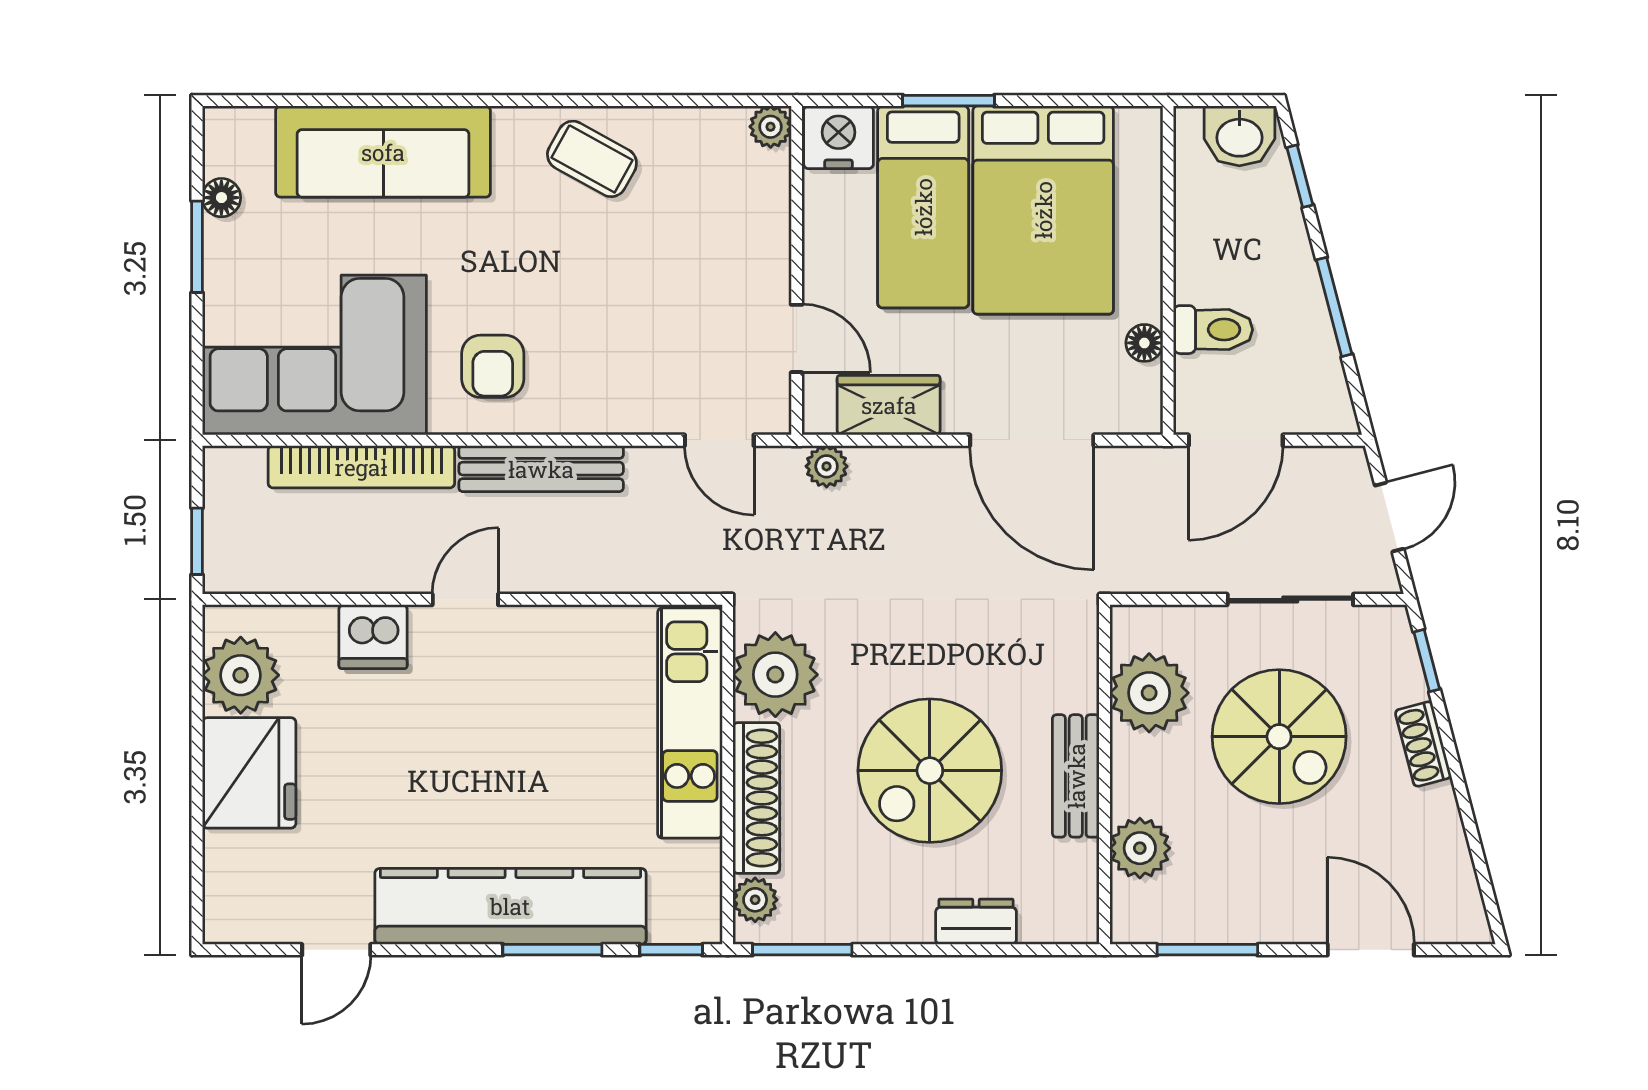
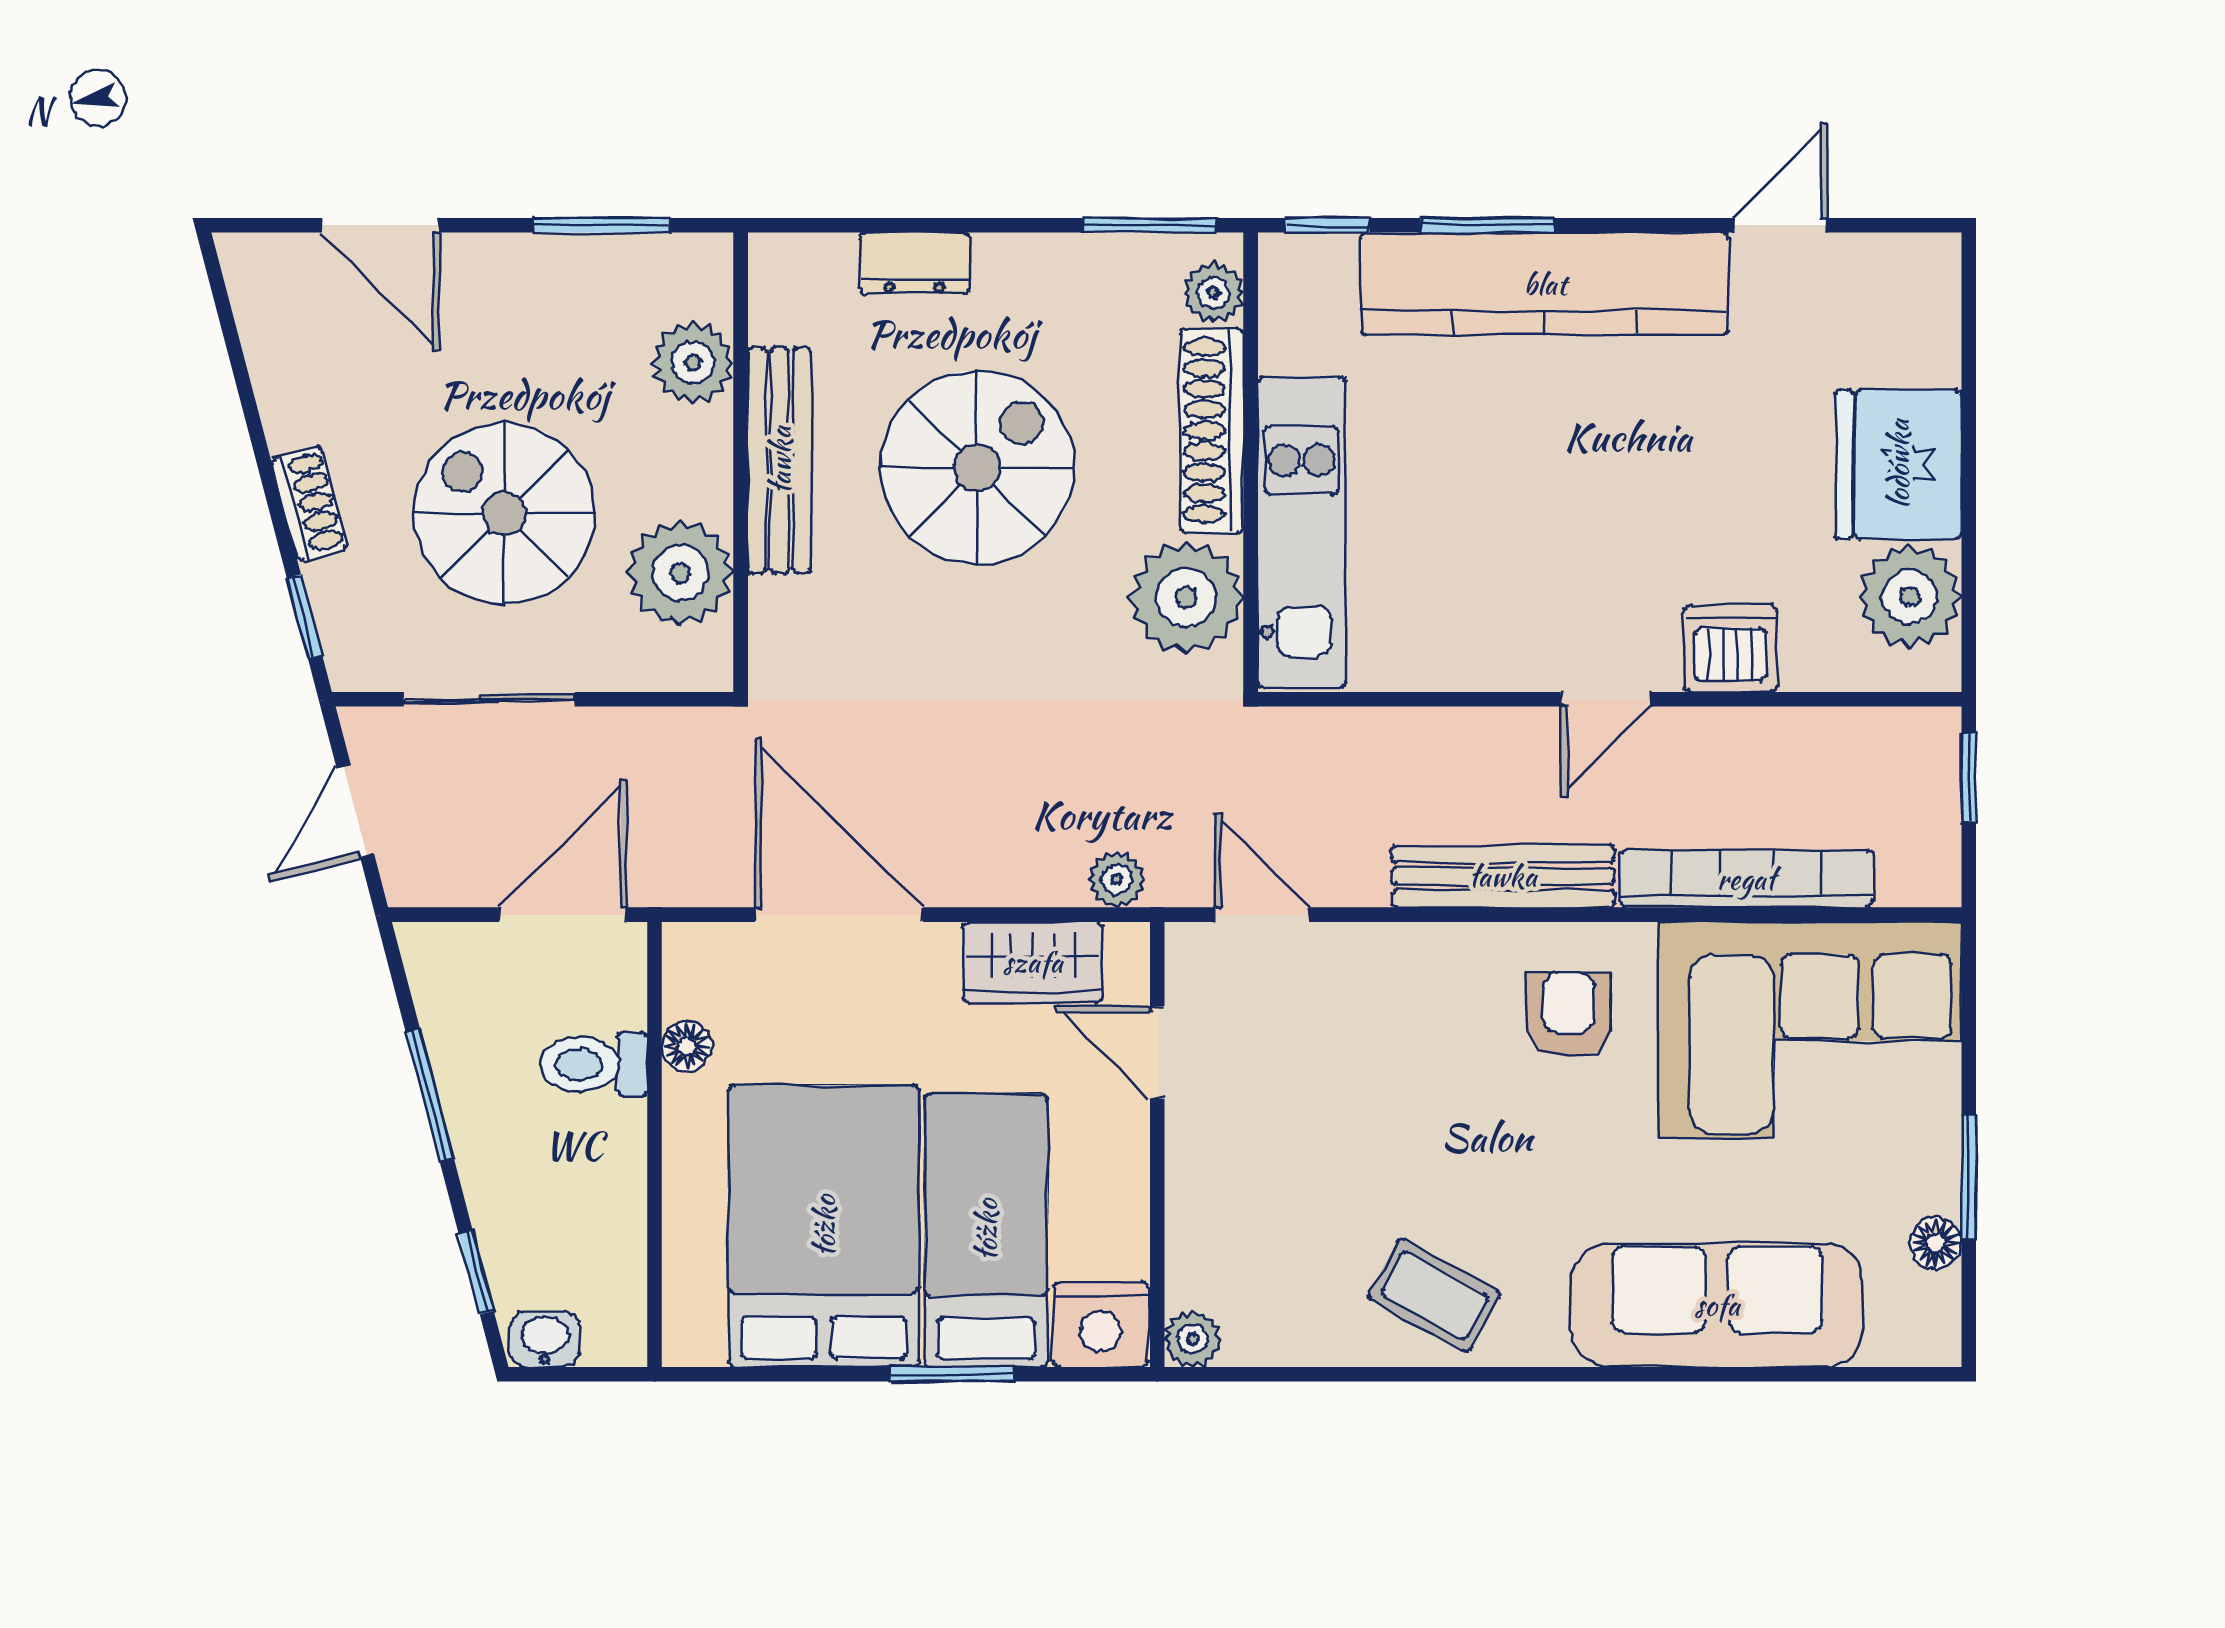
washbasin: (1239, 136) -> (545, 1339), width x0.72, depth x0.69
bench: (1076, 776) -> (780, 460), width x1.36

